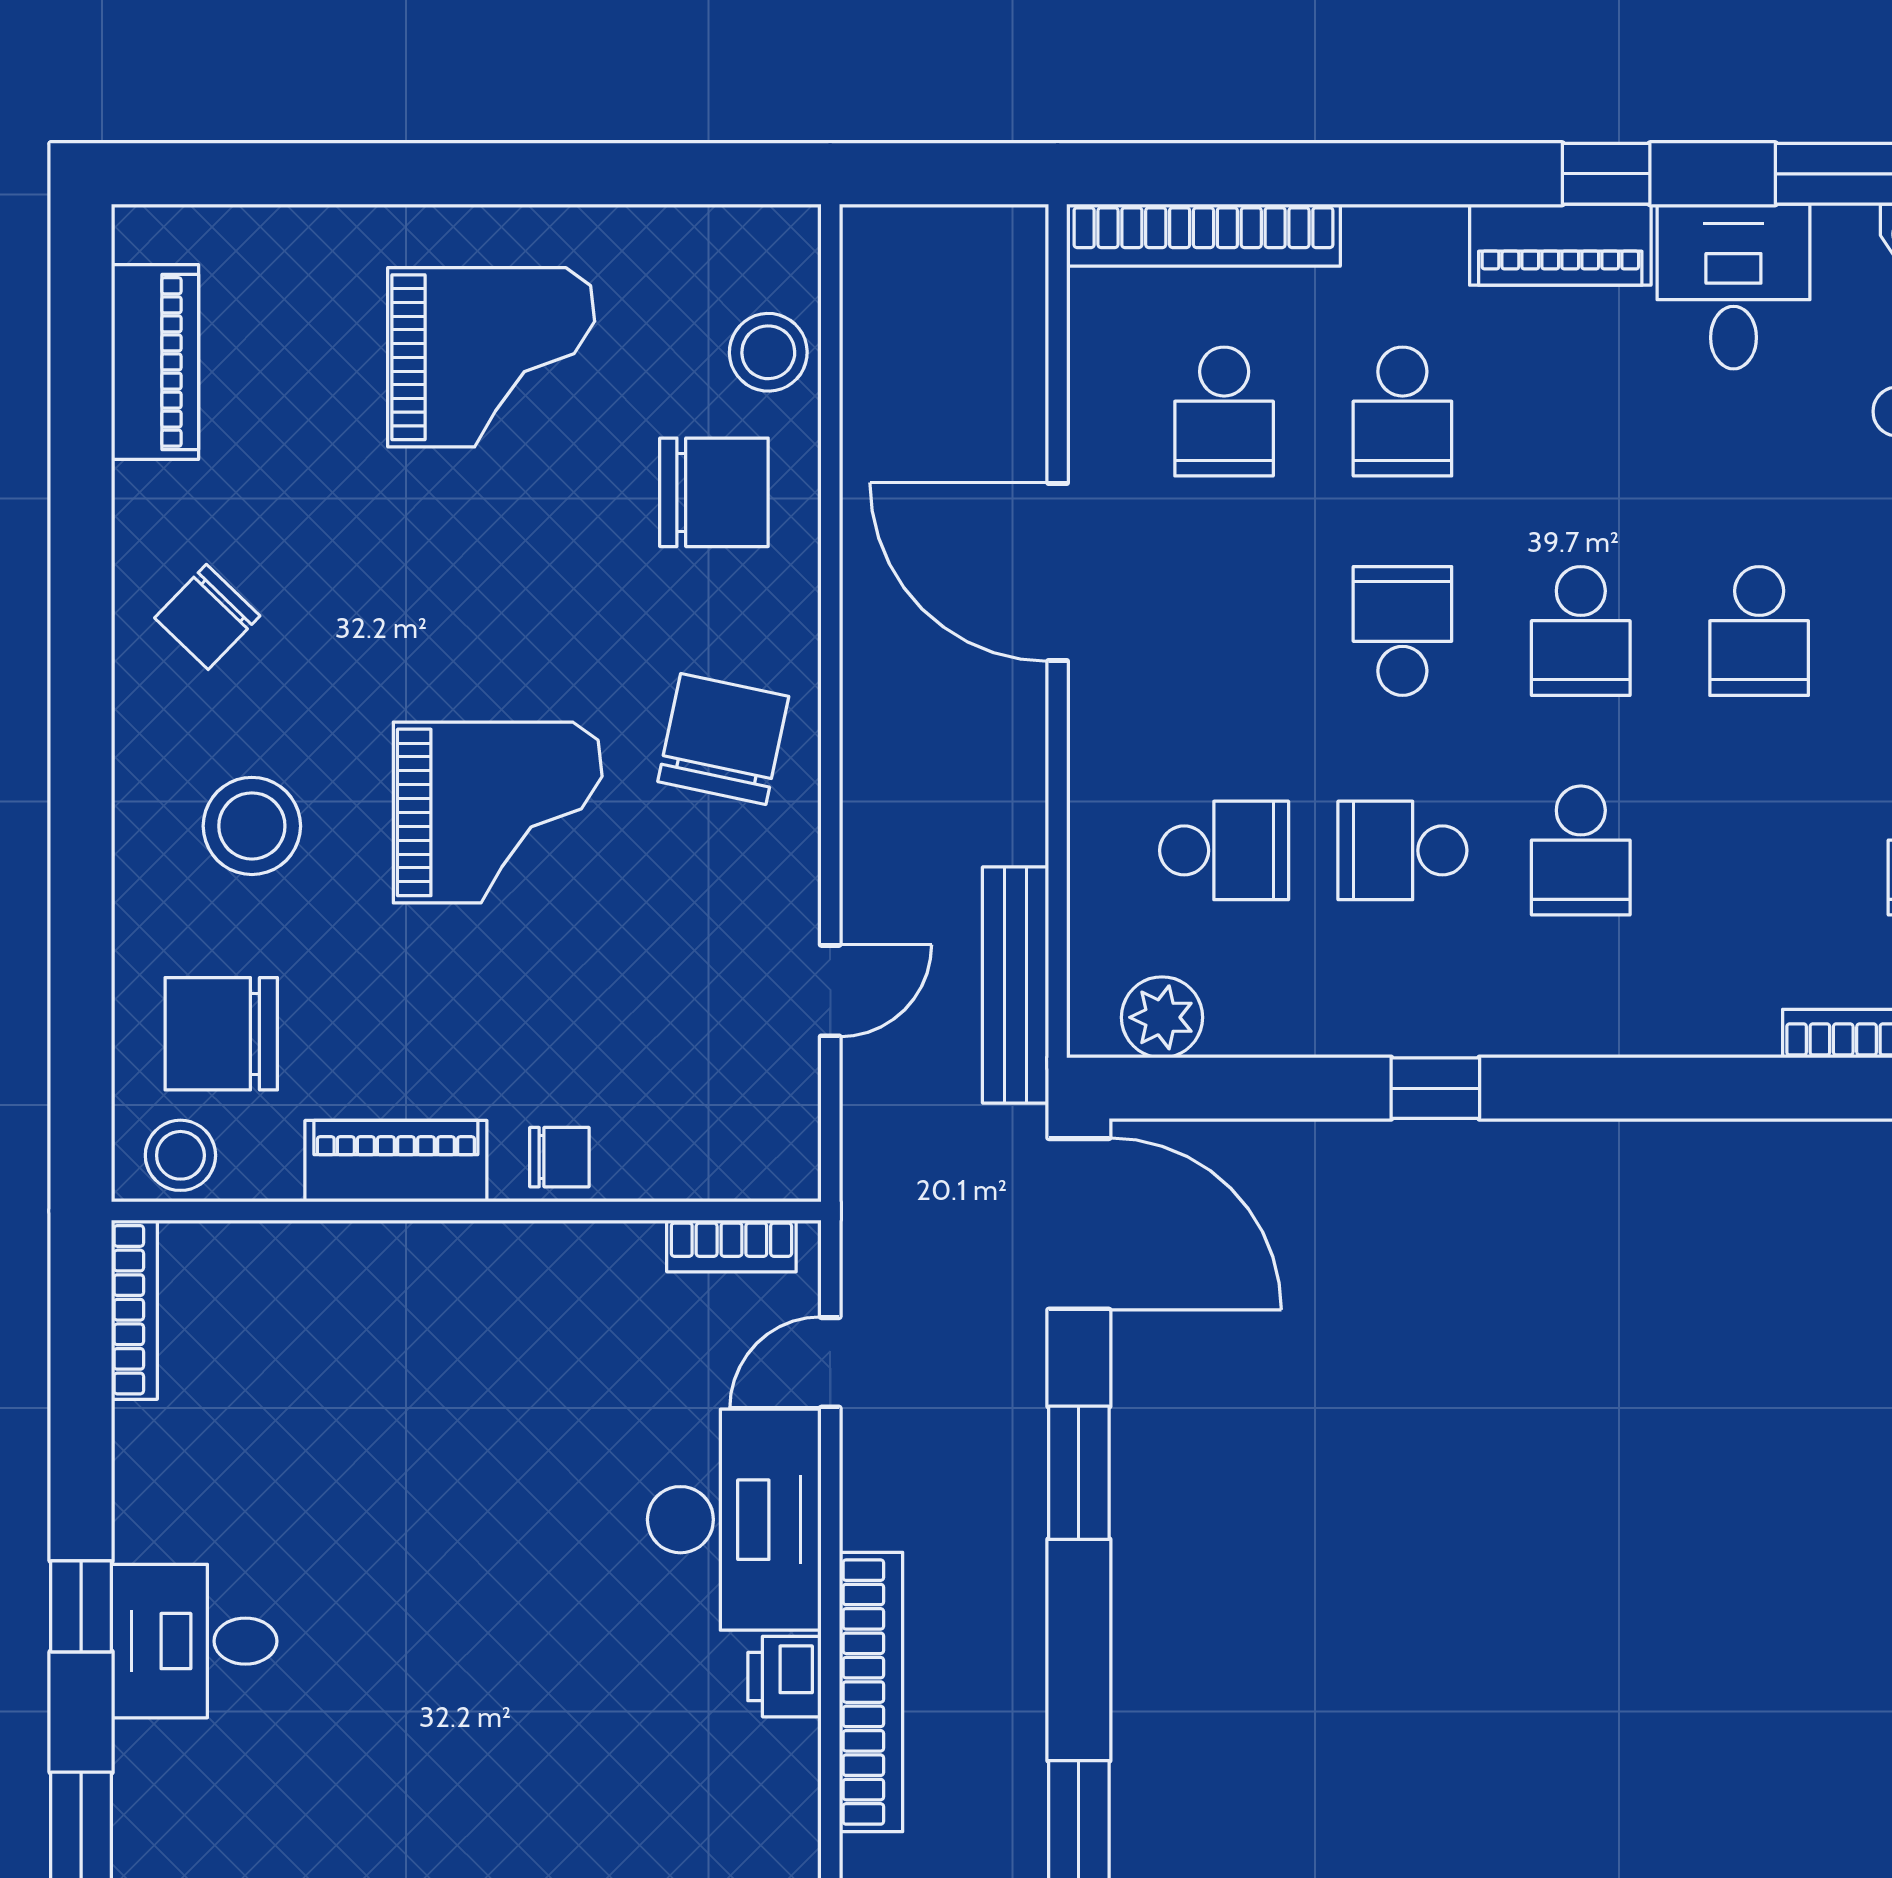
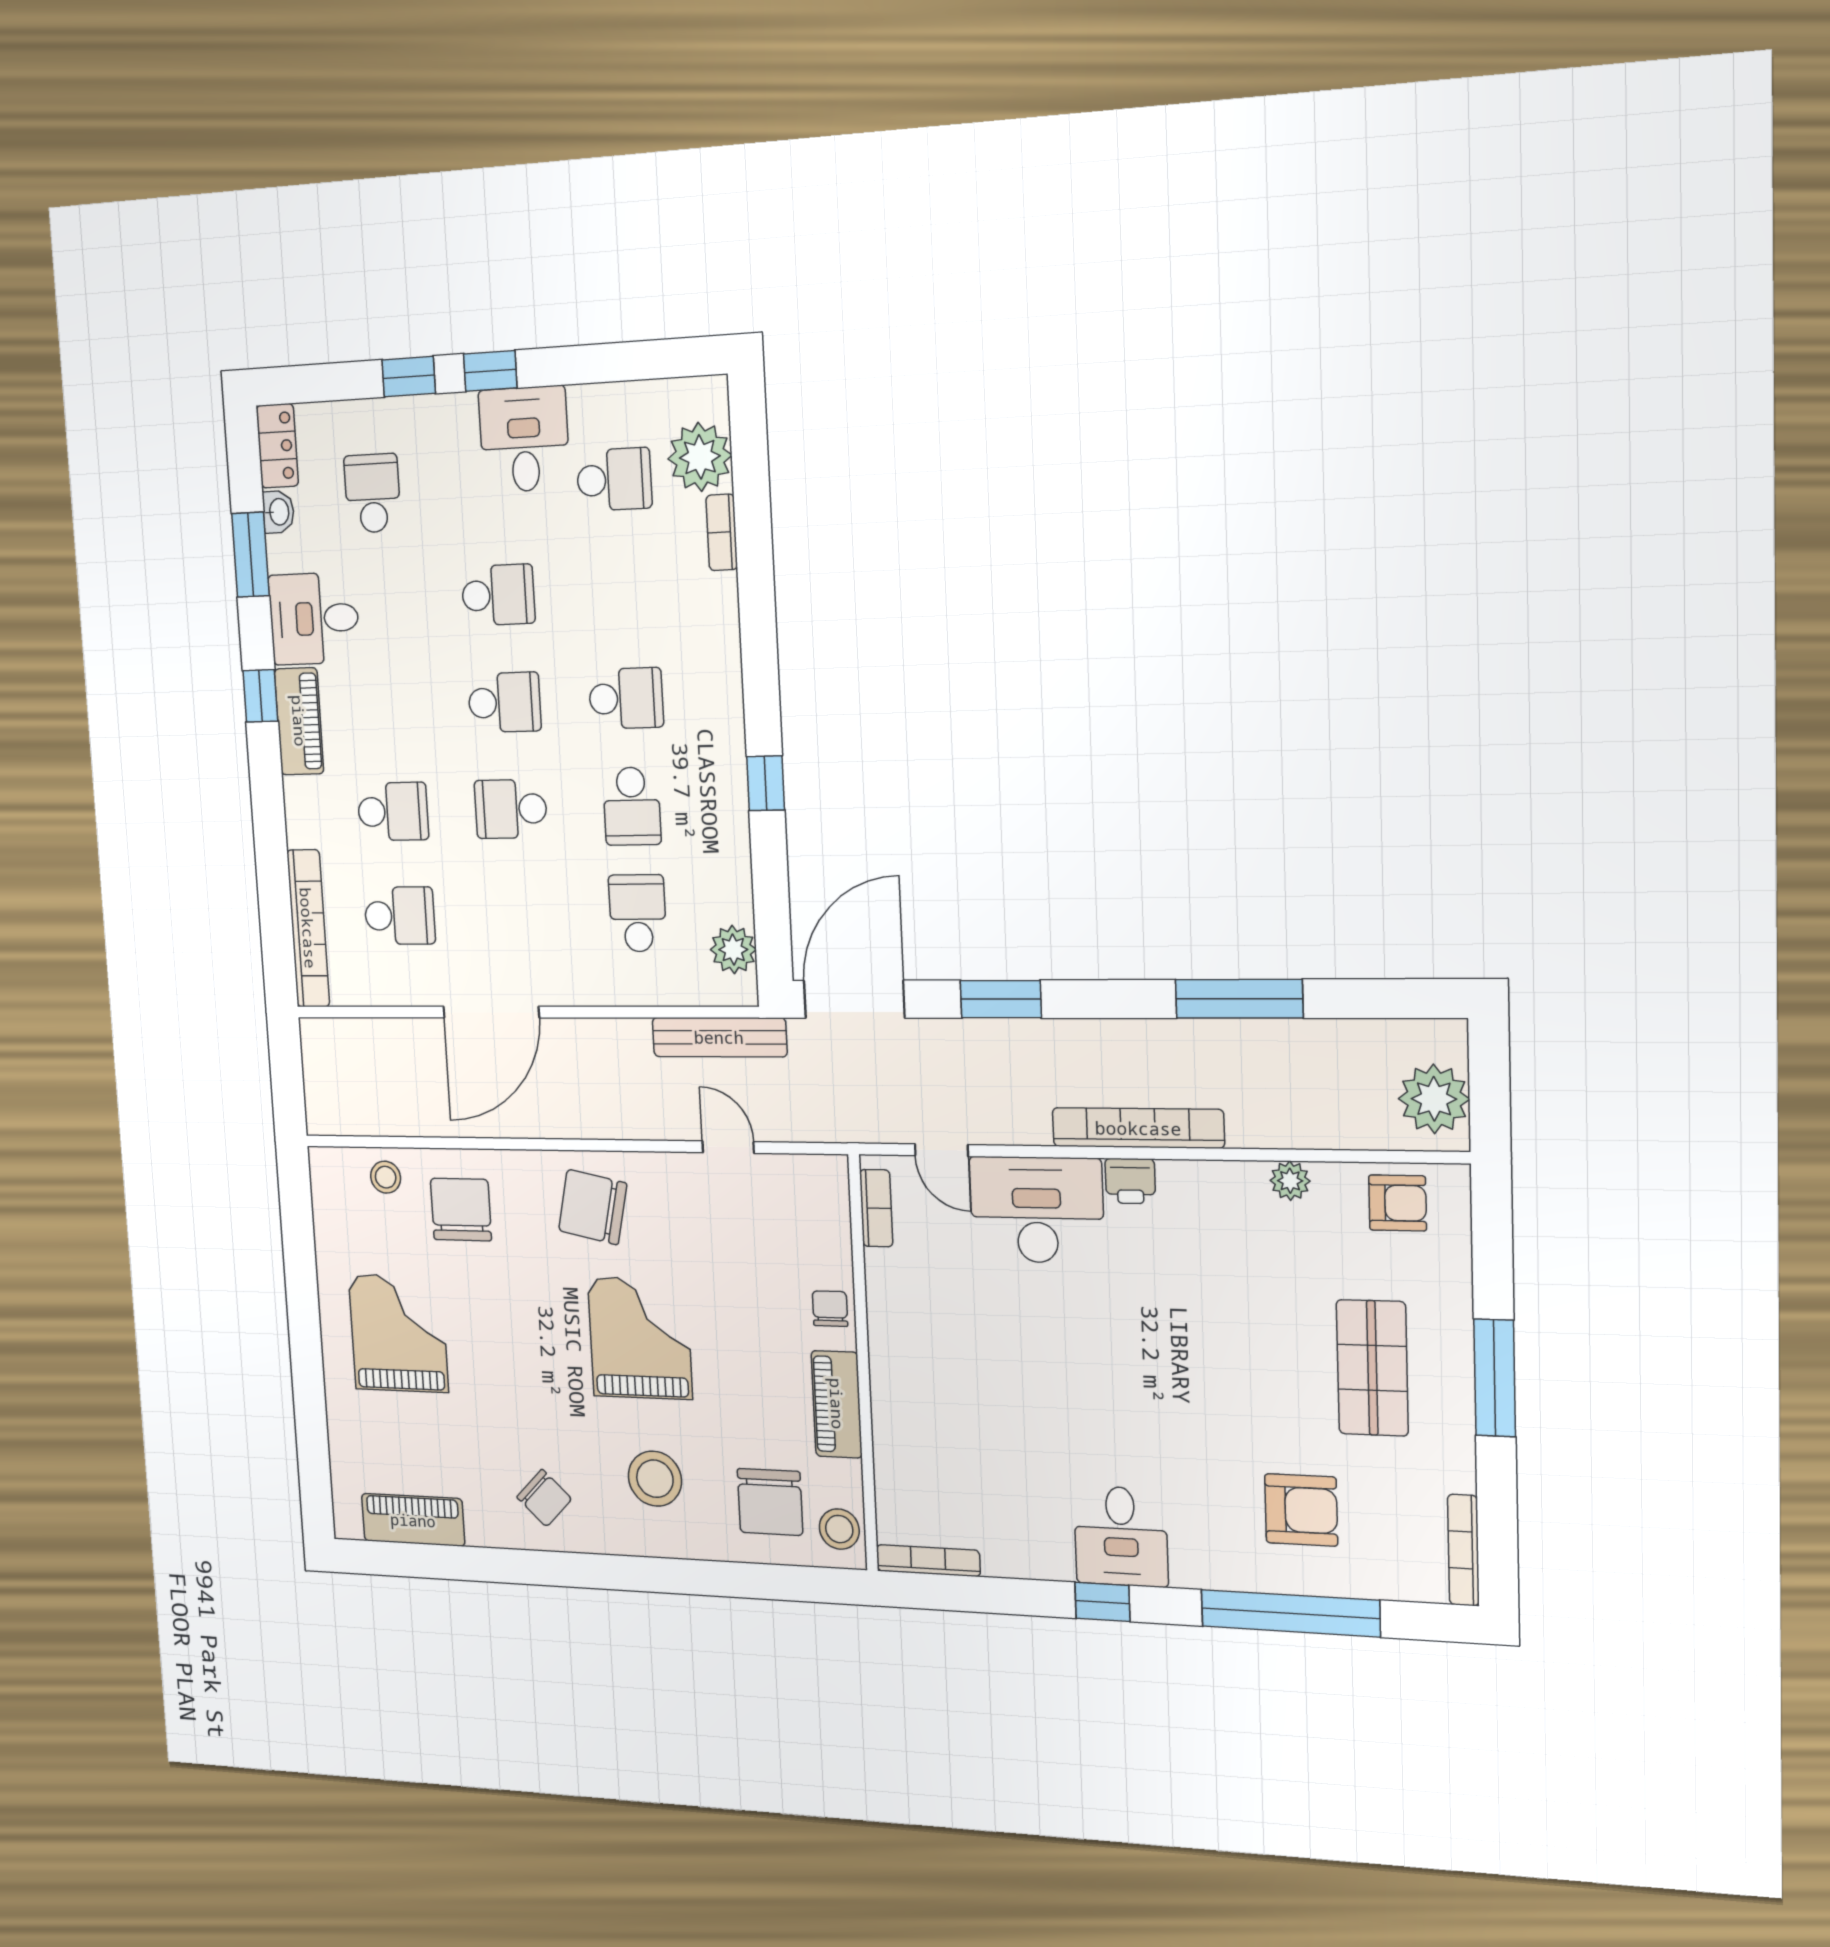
stool: (768, 352) -> (386, 1177), width x0.73, depth x0.73

